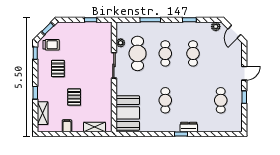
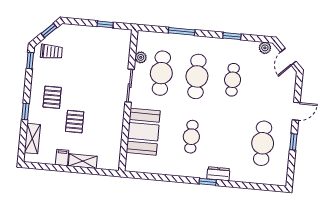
cafe table: (165, 53) -> (197, 76), width x1.37, depth x1.35
pallet: (58, 69) -> (52, 97), moved
cafe table: (221, 100) -> (263, 143), width x1.37, depth x1.35
booth: (128, 113) -> (143, 132), moved
shelving: (95, 127) -> (83, 161), moved

